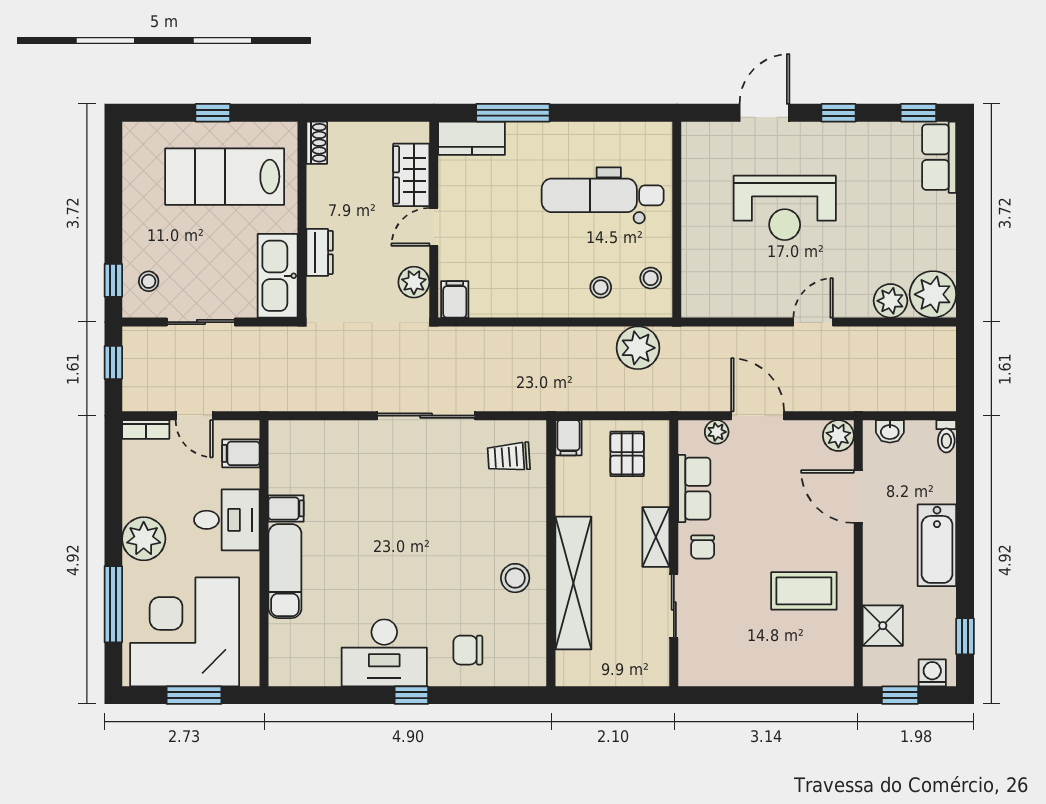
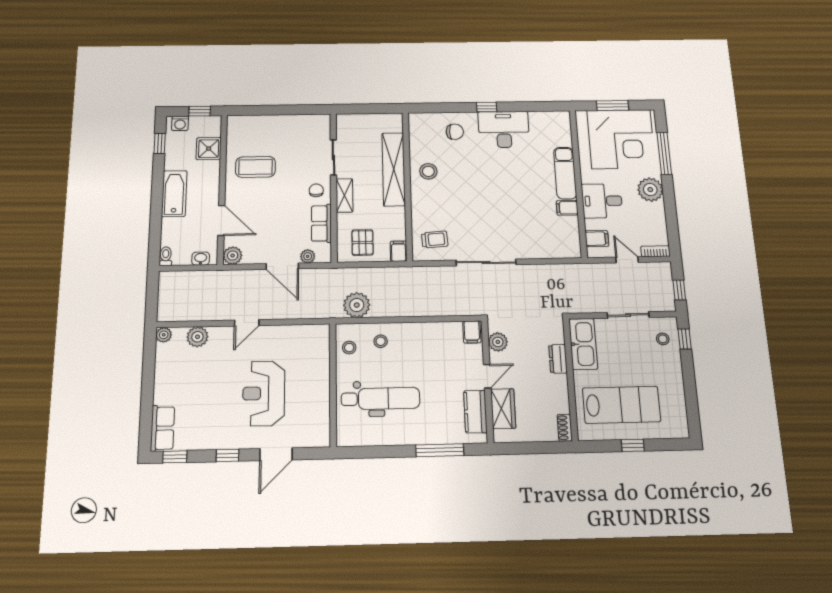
kitchen counter: (472, 138) -> (475, 412), moved, turned -90
reception desk: (785, 208) -> (264, 393), turned -90
plant: (933, 294) -> (164, 335), width x0.53, depth x0.53

